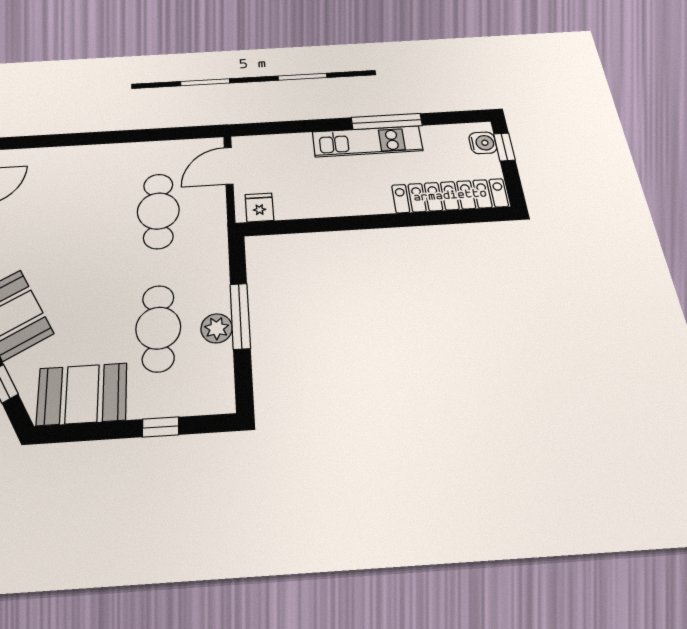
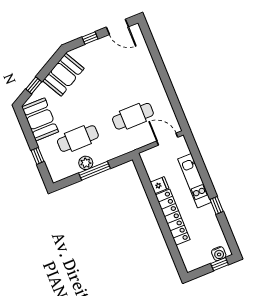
window: (387, 121) -> (217, 205), width x0.46
kitchen unit: (367, 141) -> (194, 181), moved
locker: (450, 196) -> (173, 217), moved
fridge: (259, 207) -> (159, 185), moved

